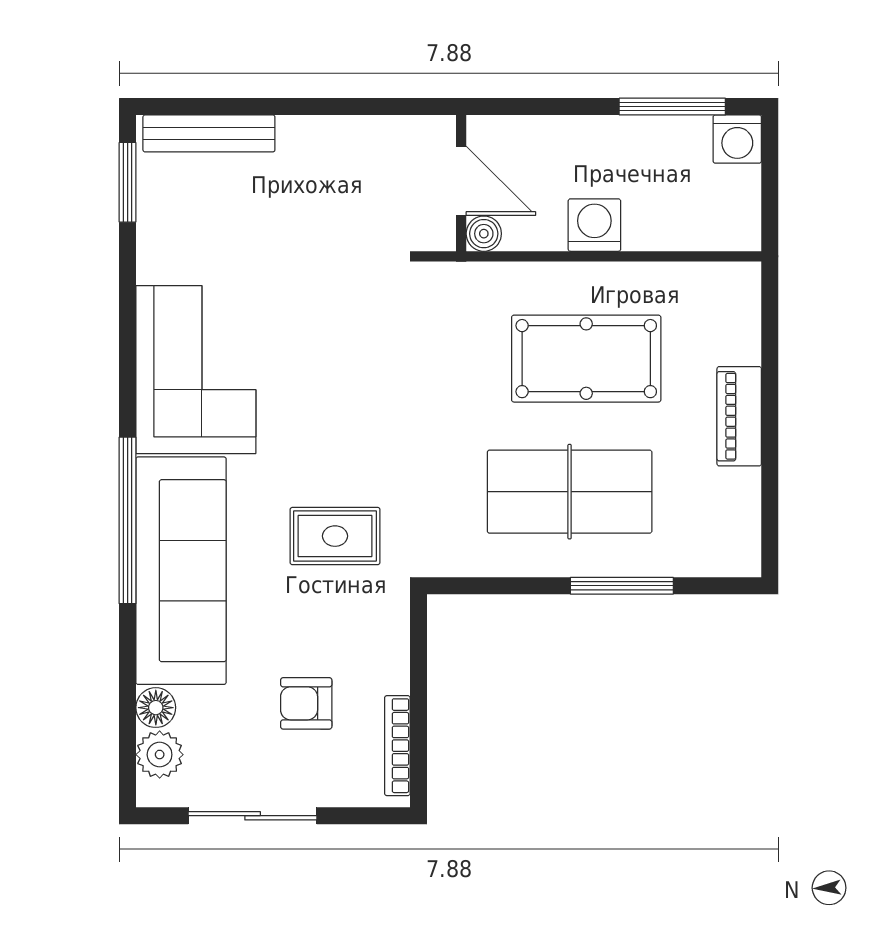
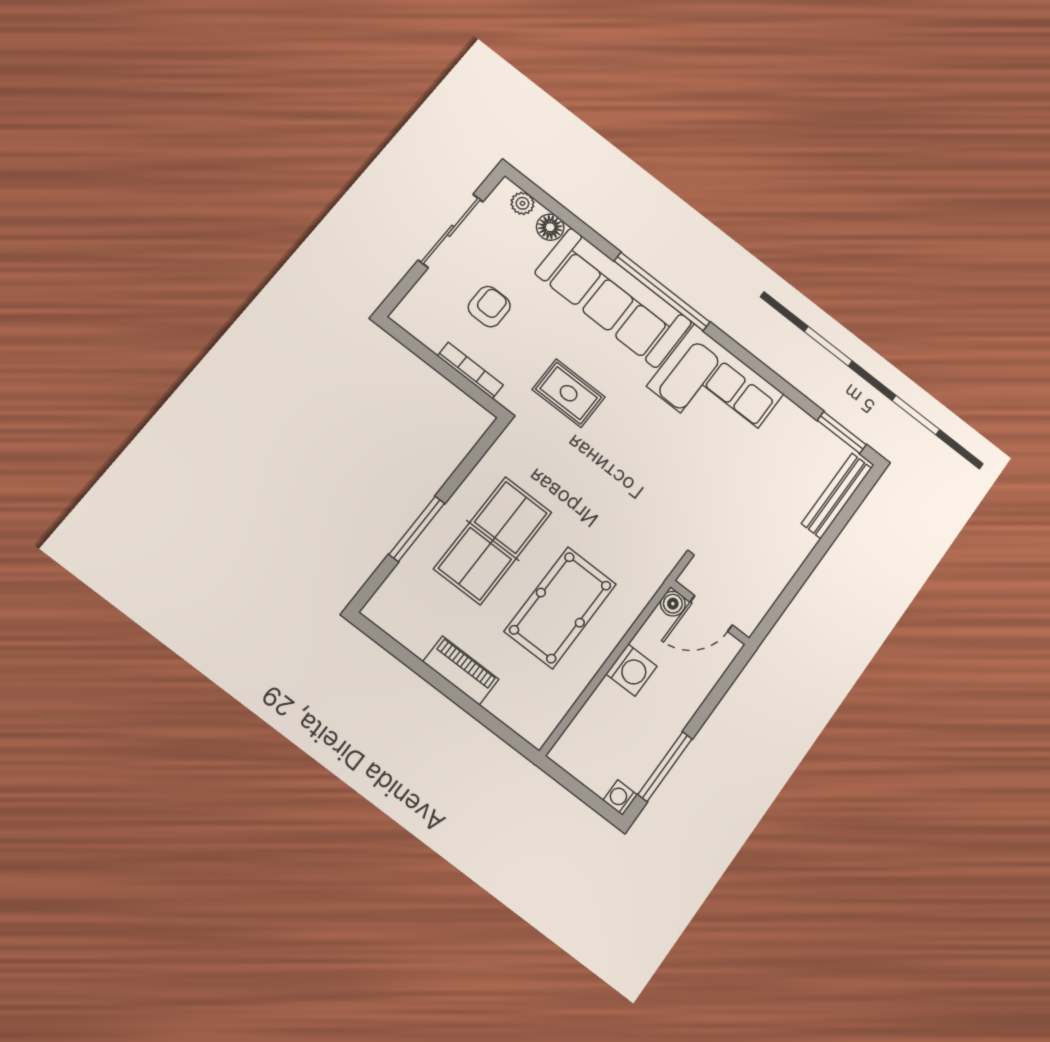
washing machine: (737, 139) -> (620, 798), width x0.73, depth x0.73
rug: (335, 536) -> (569, 393), turned 90
bookcase: (397, 746) -> (470, 371), moved
plant: (160, 755) -> (522, 203), width x0.73, depth x0.73

